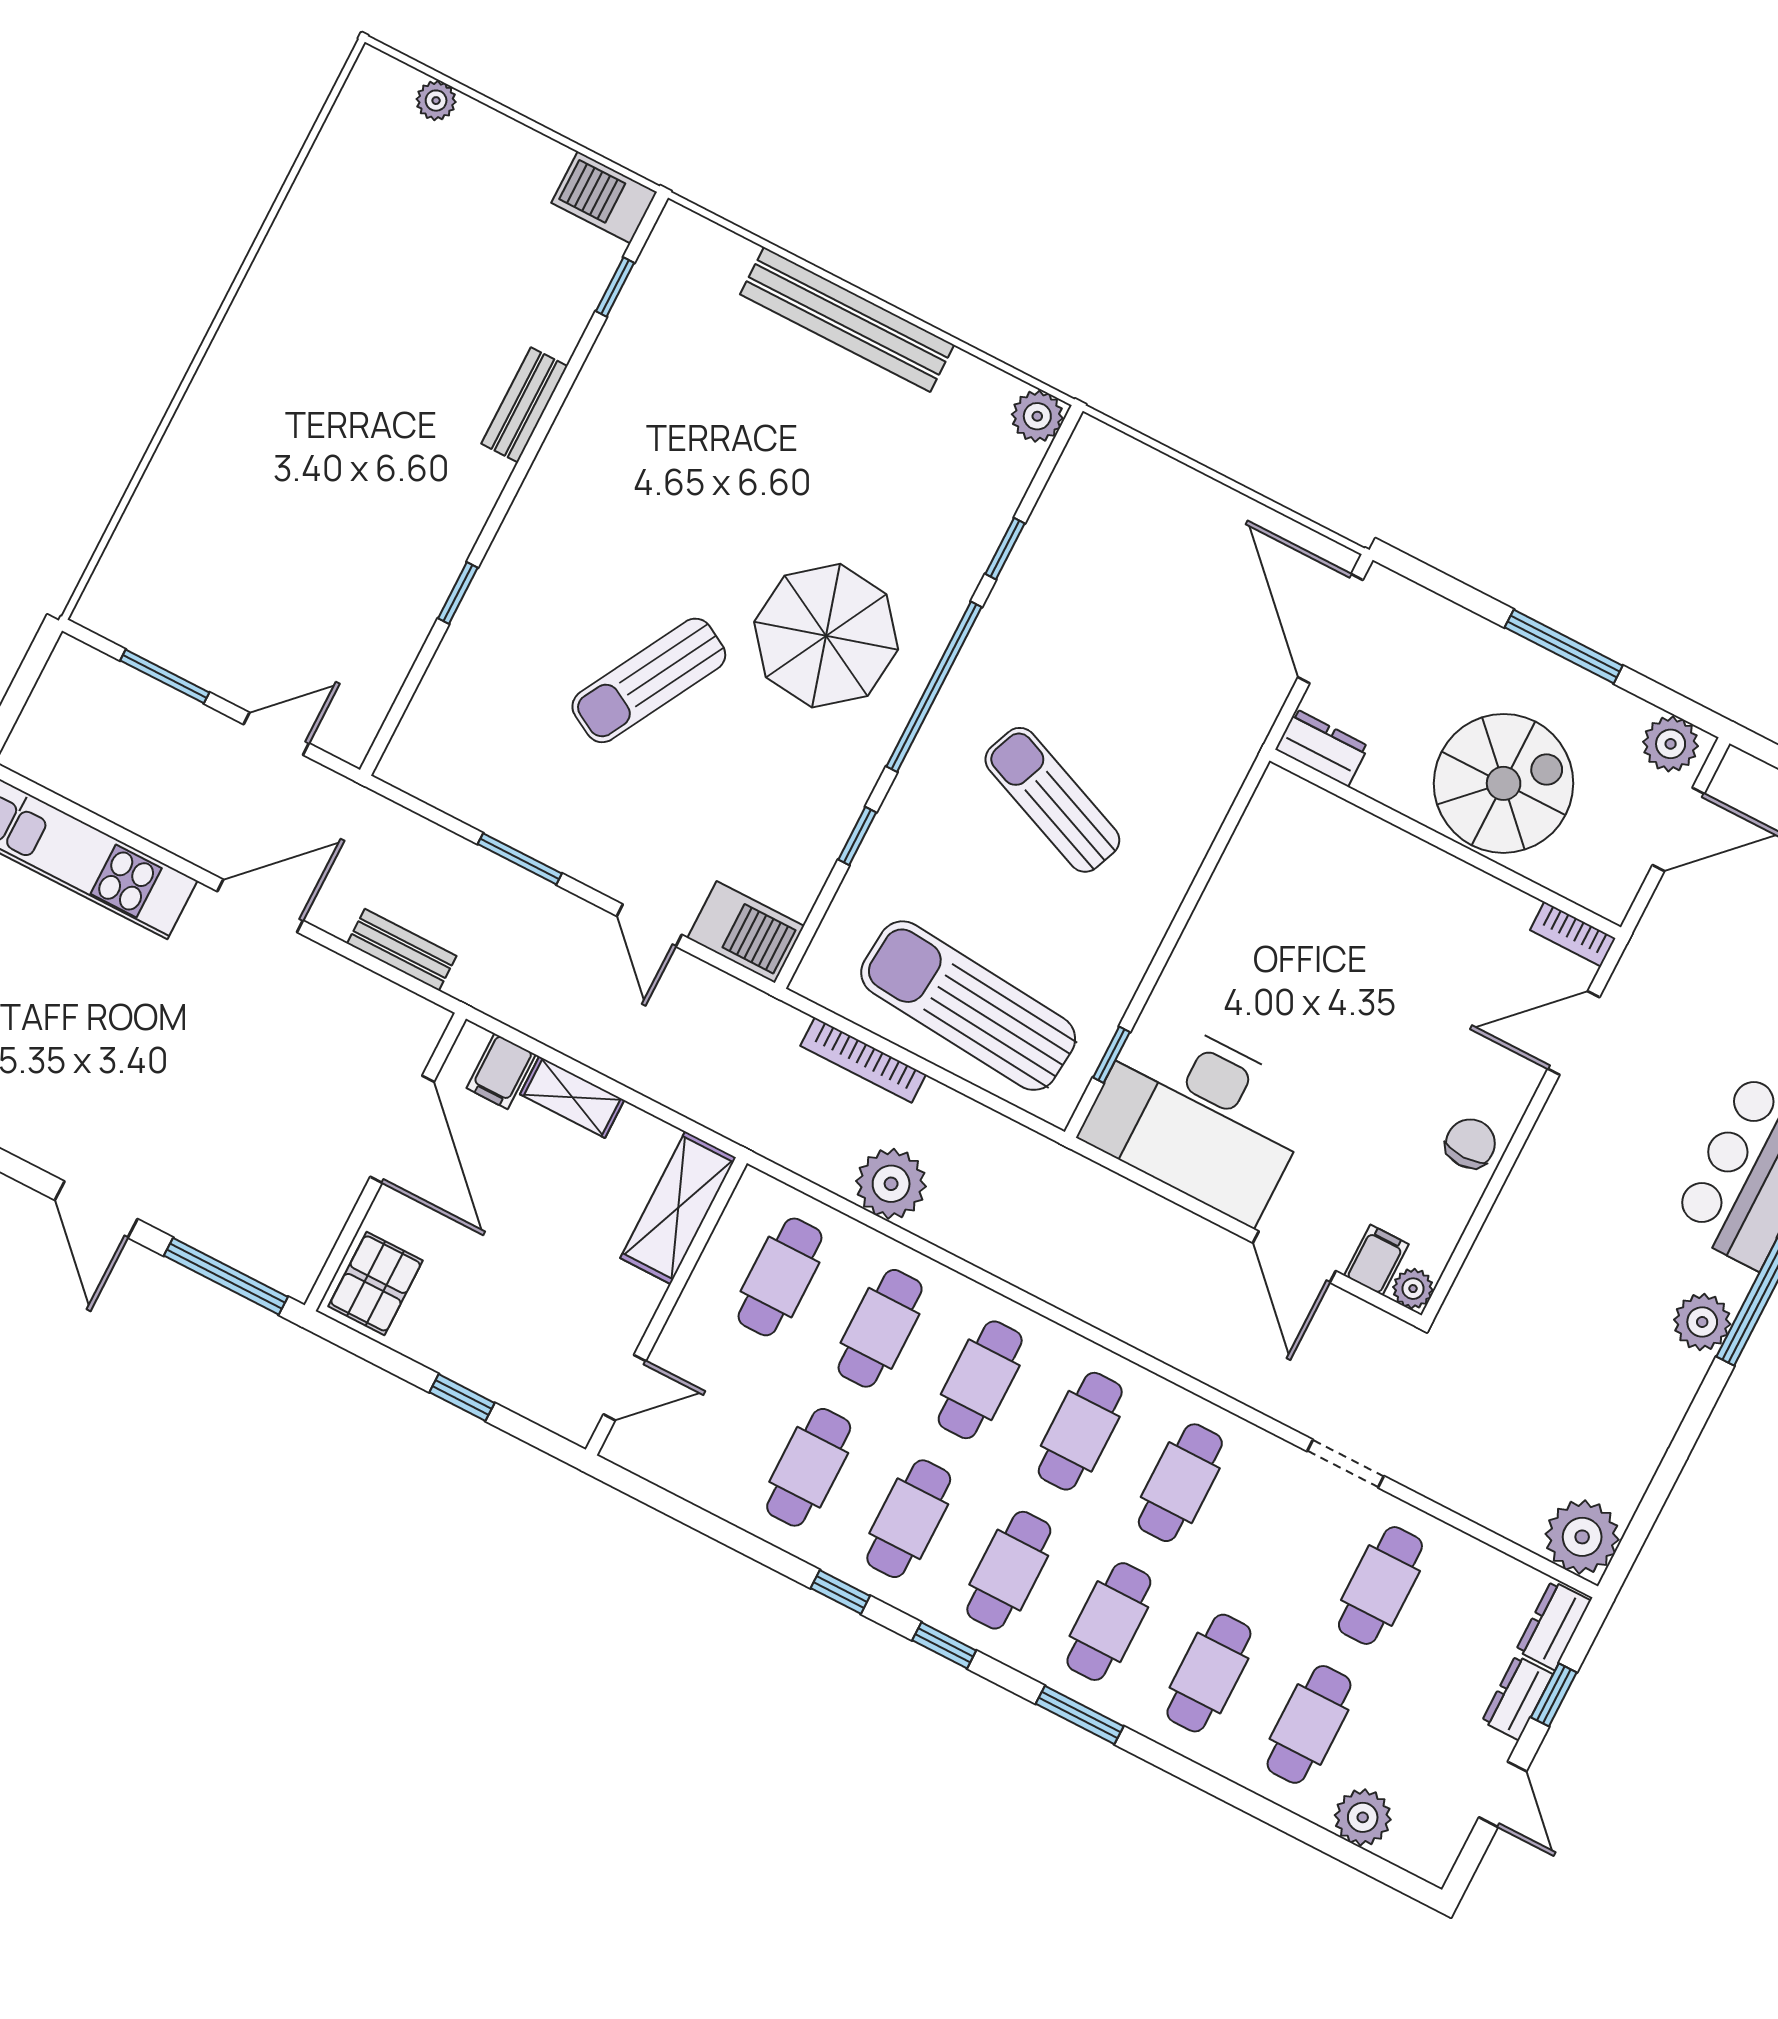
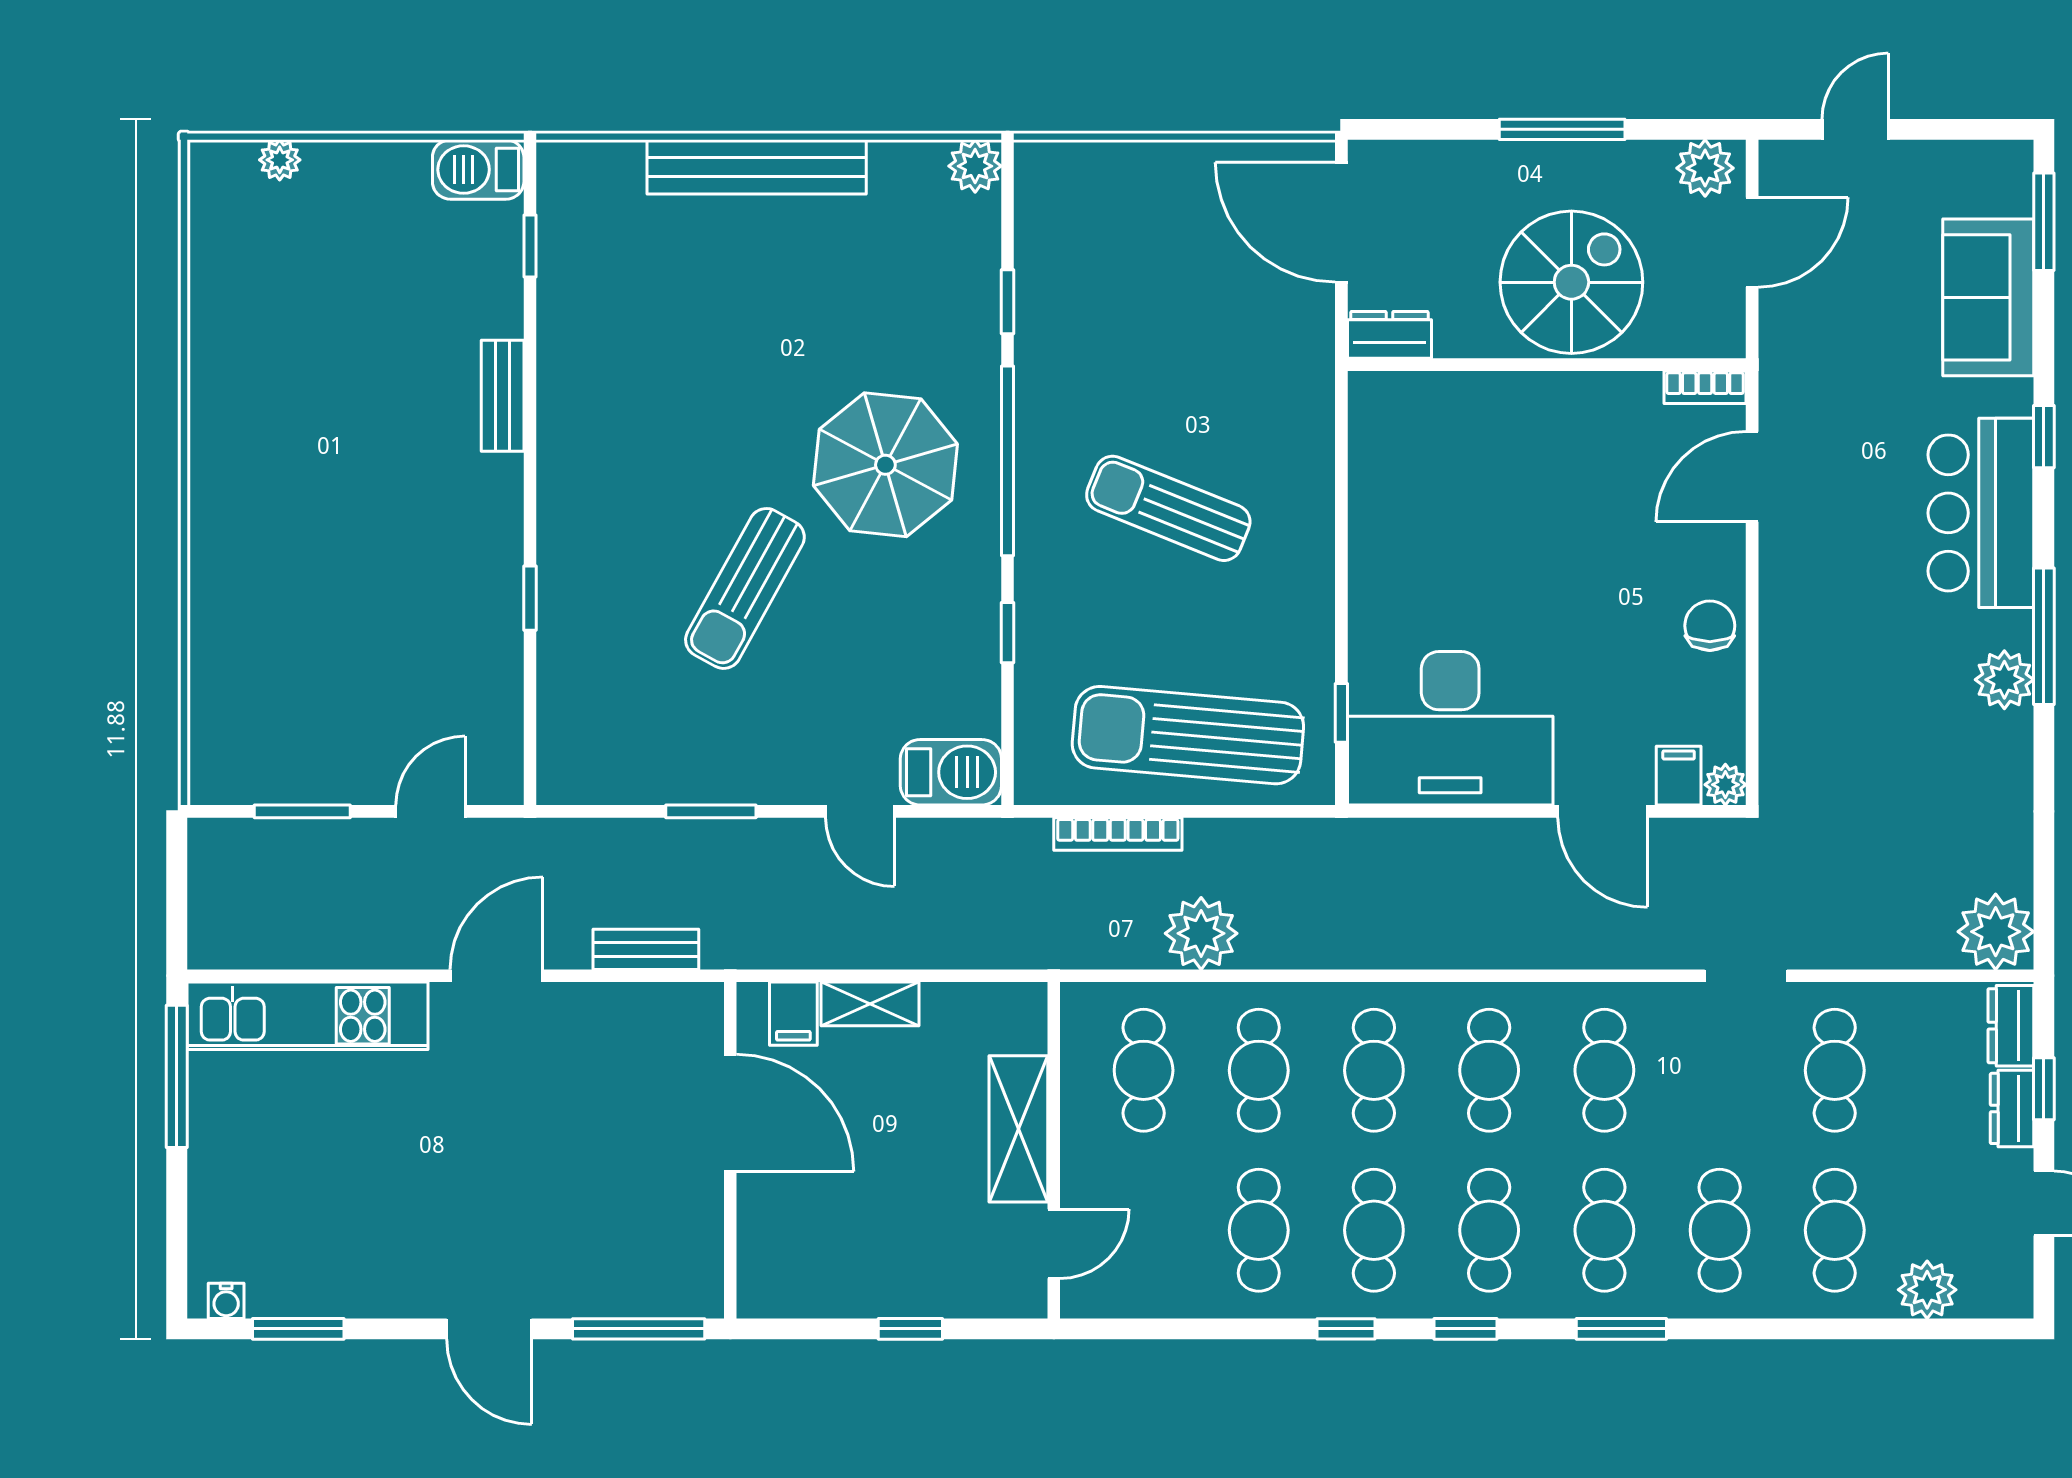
shelving: (678, 1208) -> (1018, 1129), moved
pallet: (376, 1283) -> (778, 1265), removed

